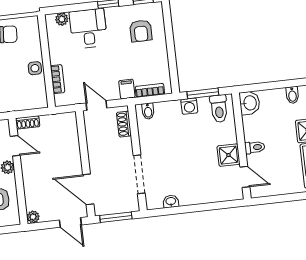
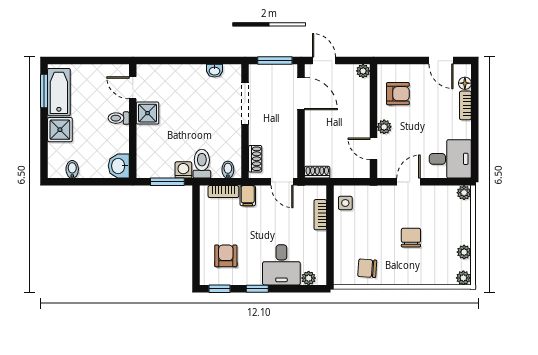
side table: (35, 68) -> (345, 203), moved
toilet: (219, 109) -> (202, 164), moved
shoe rack: (28, 122) -> (317, 172), moved

